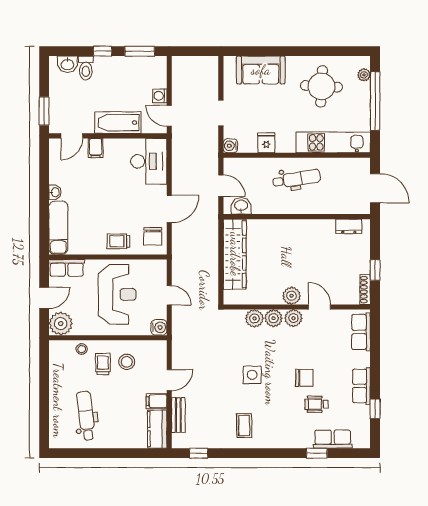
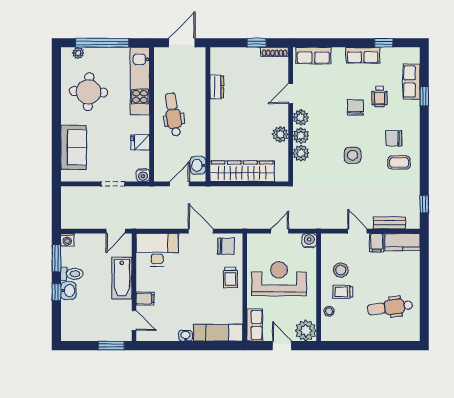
washbasin: (67, 64) -> (68, 291), moved
toilet: (86, 68) -> (72, 274), moved
washing machine: (160, 96) -> (67, 240), moved
dresser: (349, 226) -> (217, 87), moved
plant: (292, 296) -> (280, 134), moved
chair: (271, 420) -> (394, 138), added

